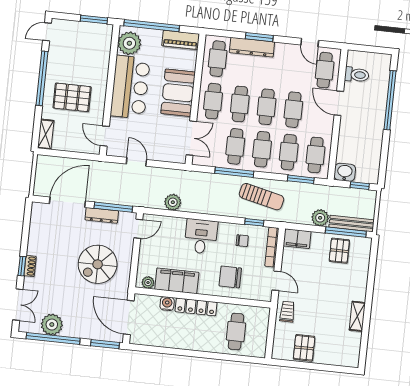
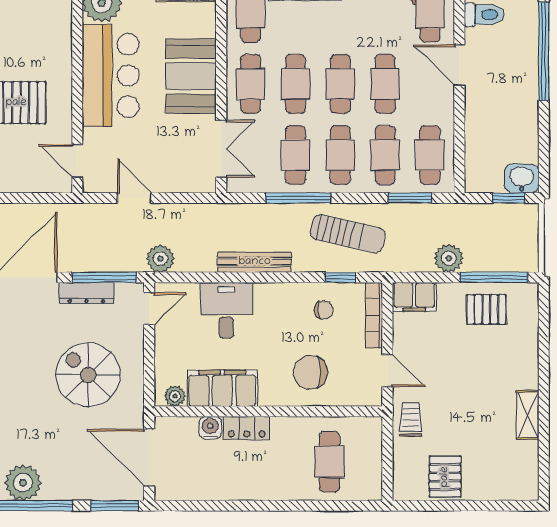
washbasin: (345, 172) -> (522, 178), moved
plant: (173, 202) -> (160, 259), moved
bench: (352, 223) -> (255, 262), moved
desk: (201, 236) -> (226, 310), moved
pallet: (339, 251) -> (486, 309), turned 90
spiral stairs: (98, 264) -> (88, 375), turned 90
locker: (196, 307) -> (247, 428), width x0.66

